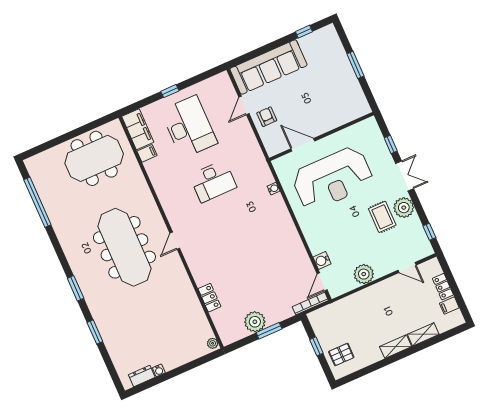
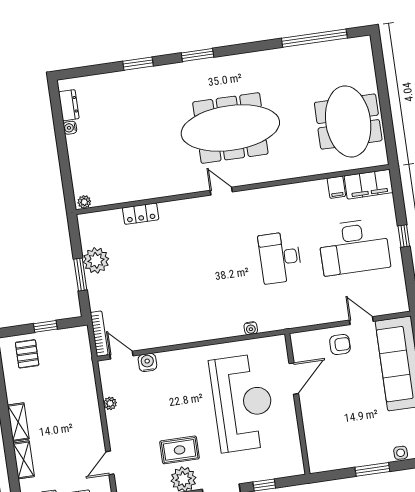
side table: (337, 47) -> (401, 453), added
reception desk: (332, 179) -> (243, 403), turned 180
plant: (364, 274) -> (110, 403), width x0.53, depth x0.53

